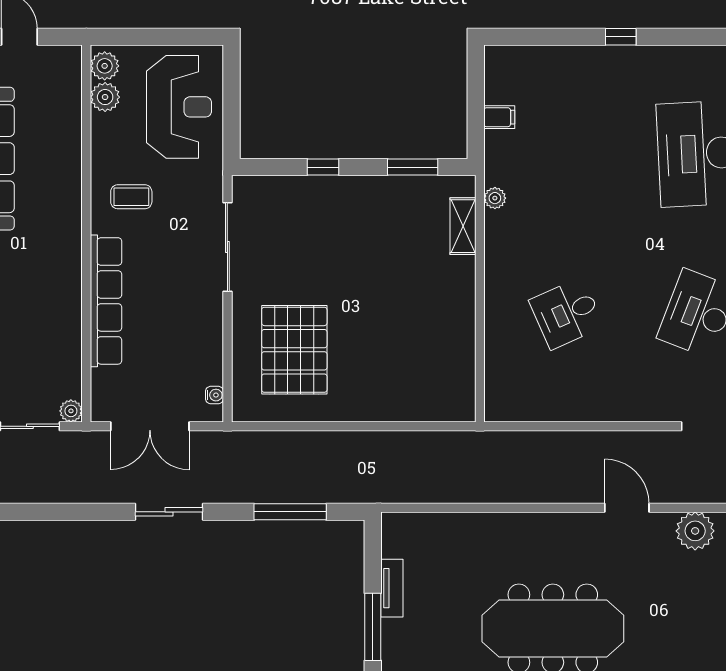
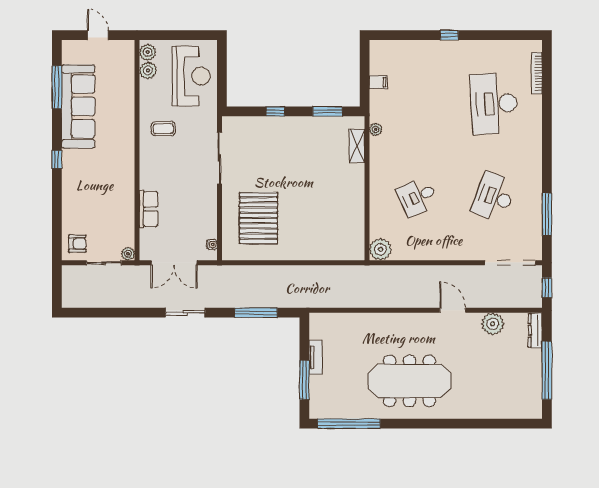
row of seats: (106, 301) -> (148, 209), width x0.50
plant: (503, 403) -> (380, 249), added

